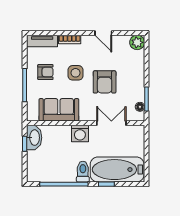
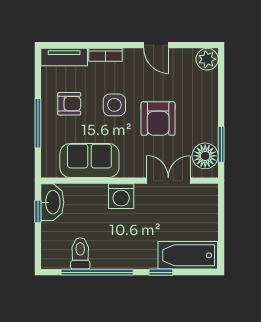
floor lamp: (140, 107) -> (205, 156), width x1.89, depth x1.89
bathtub: (117, 170) -> (188, 255), width x0.73, depth x0.73
toilet: (83, 172) -> (80, 253), moved

